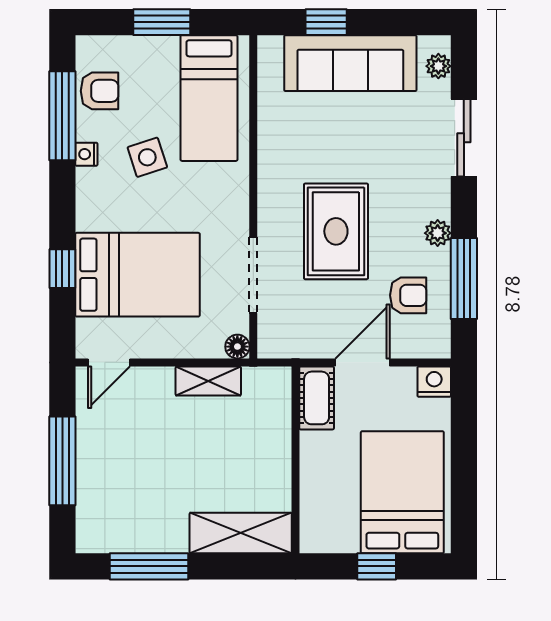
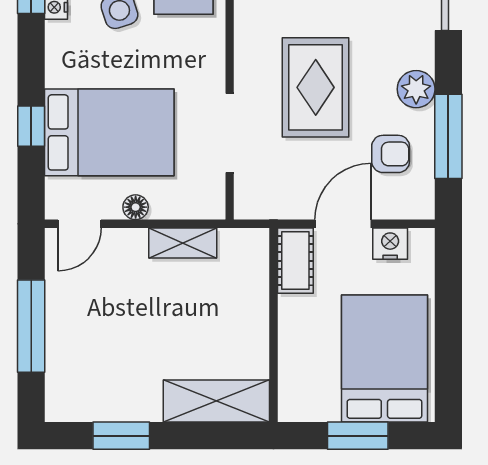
plant: (438, 233) -> (416, 89), width x1.38, depth x1.38
floor lamp: (237, 347) -> (136, 207), moved
nightstand: (434, 382) -> (390, 244), moved
window: (149, 566) -> (121, 436), width x0.69
window: (377, 566) -> (358, 436), width x1.50

